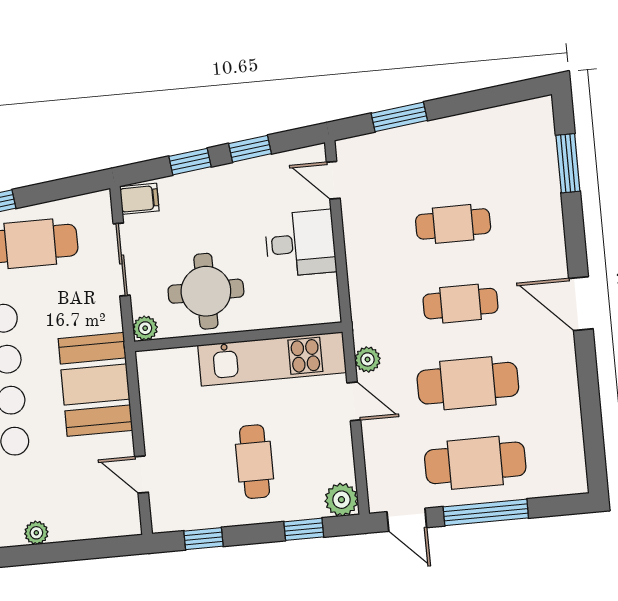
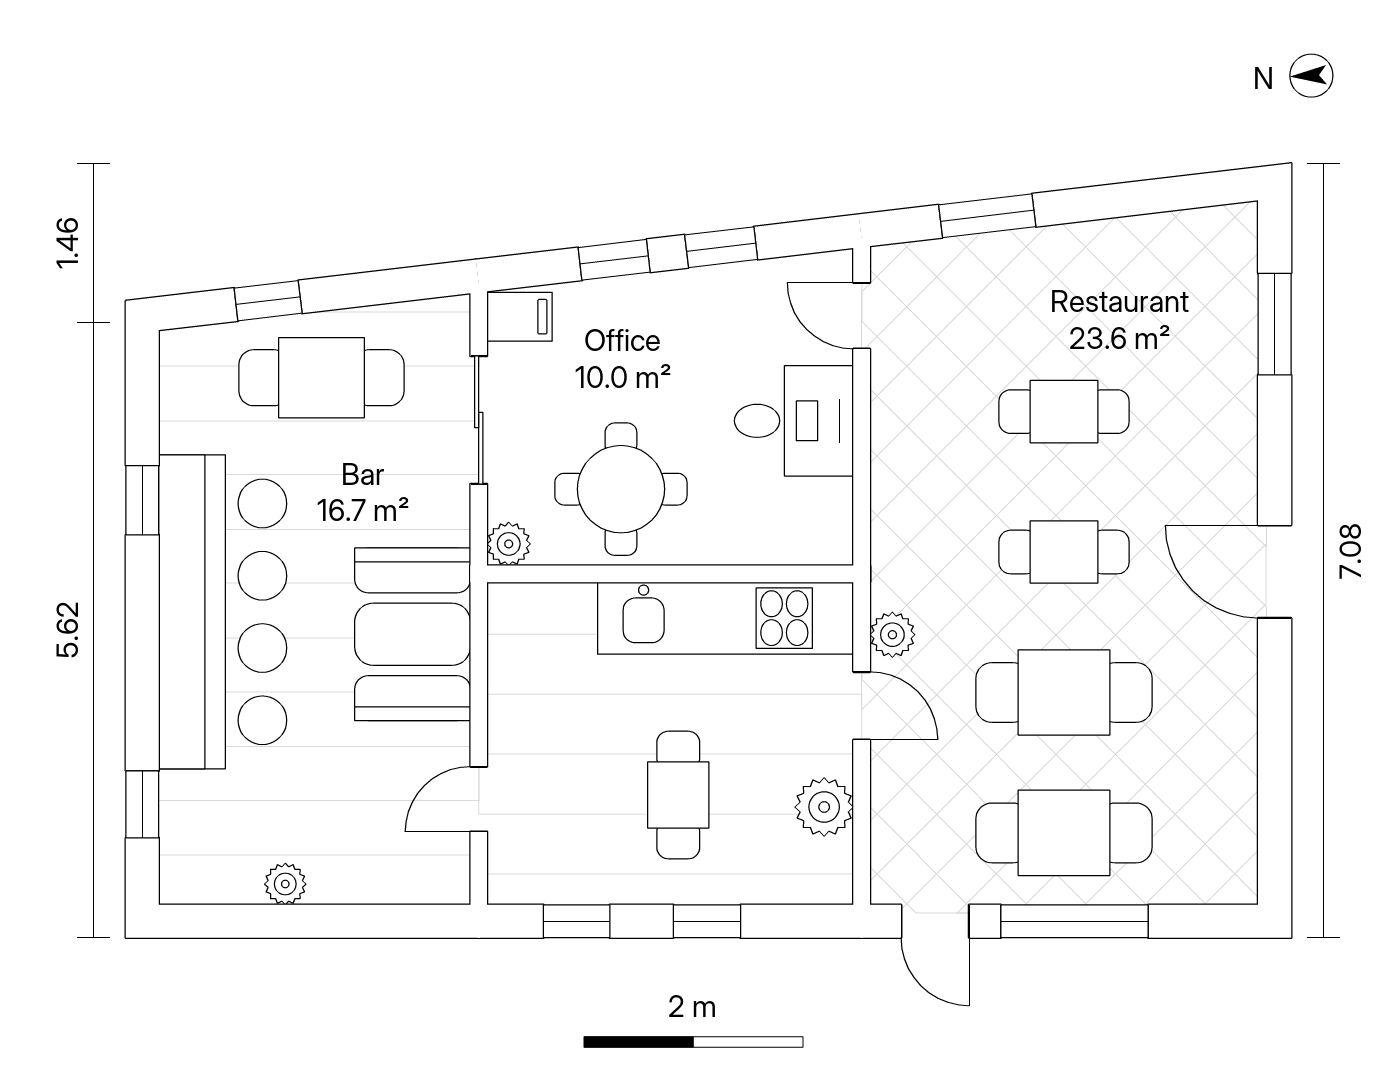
door: (142, 474) -> (479, 799), hinge flipped
plant: (341, 500) -> (824, 807), moved
window: (304, 529) -> (707, 921), moved

